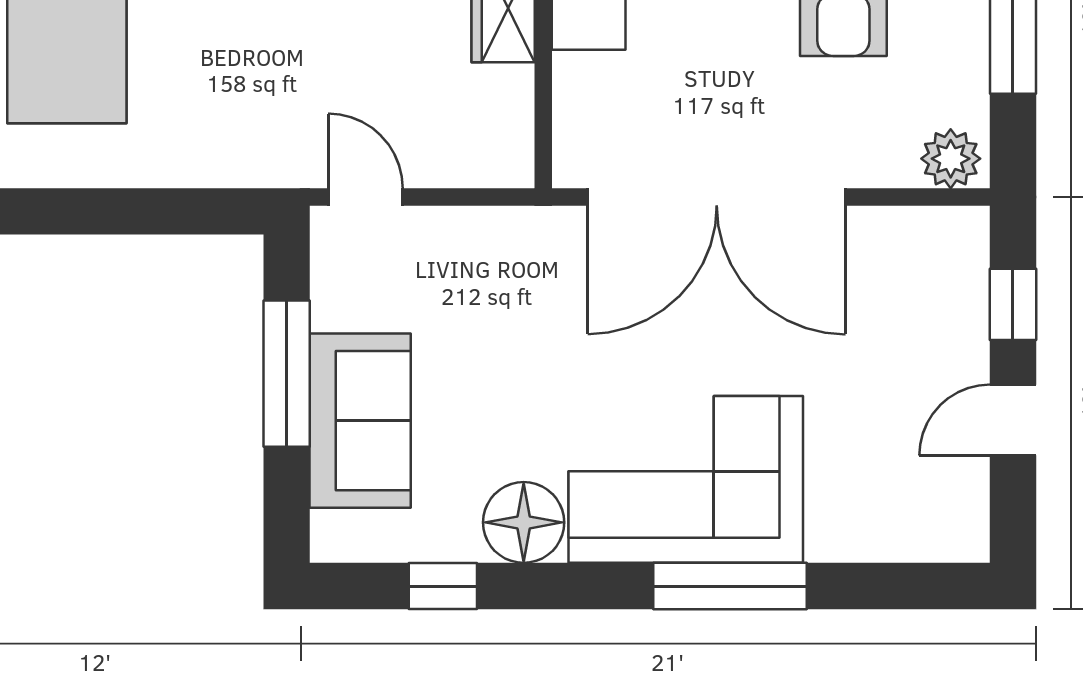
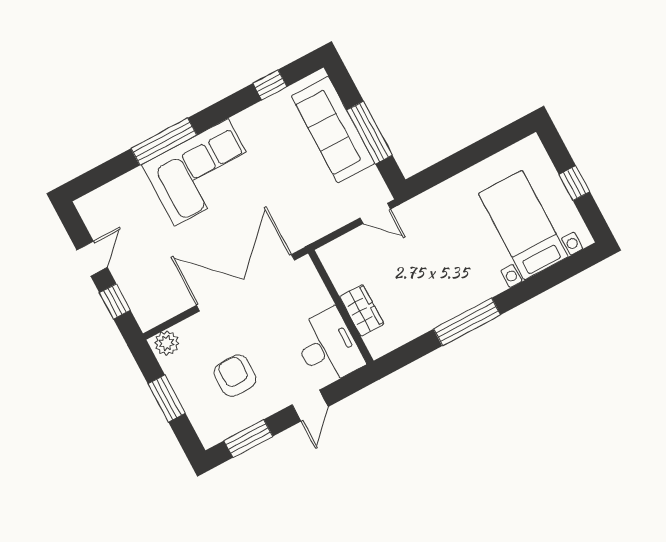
sofa: (360, 421) -> (333, 130), width x1.36
floor lamp: (524, 522) -> (253, 124), removed

